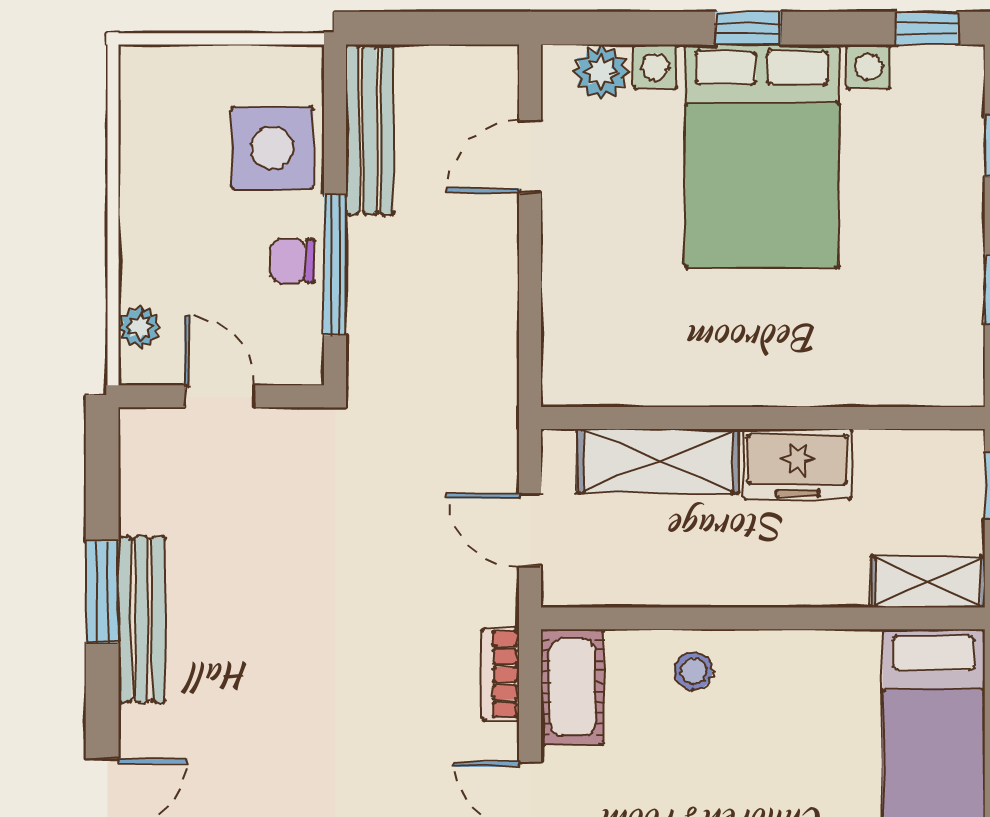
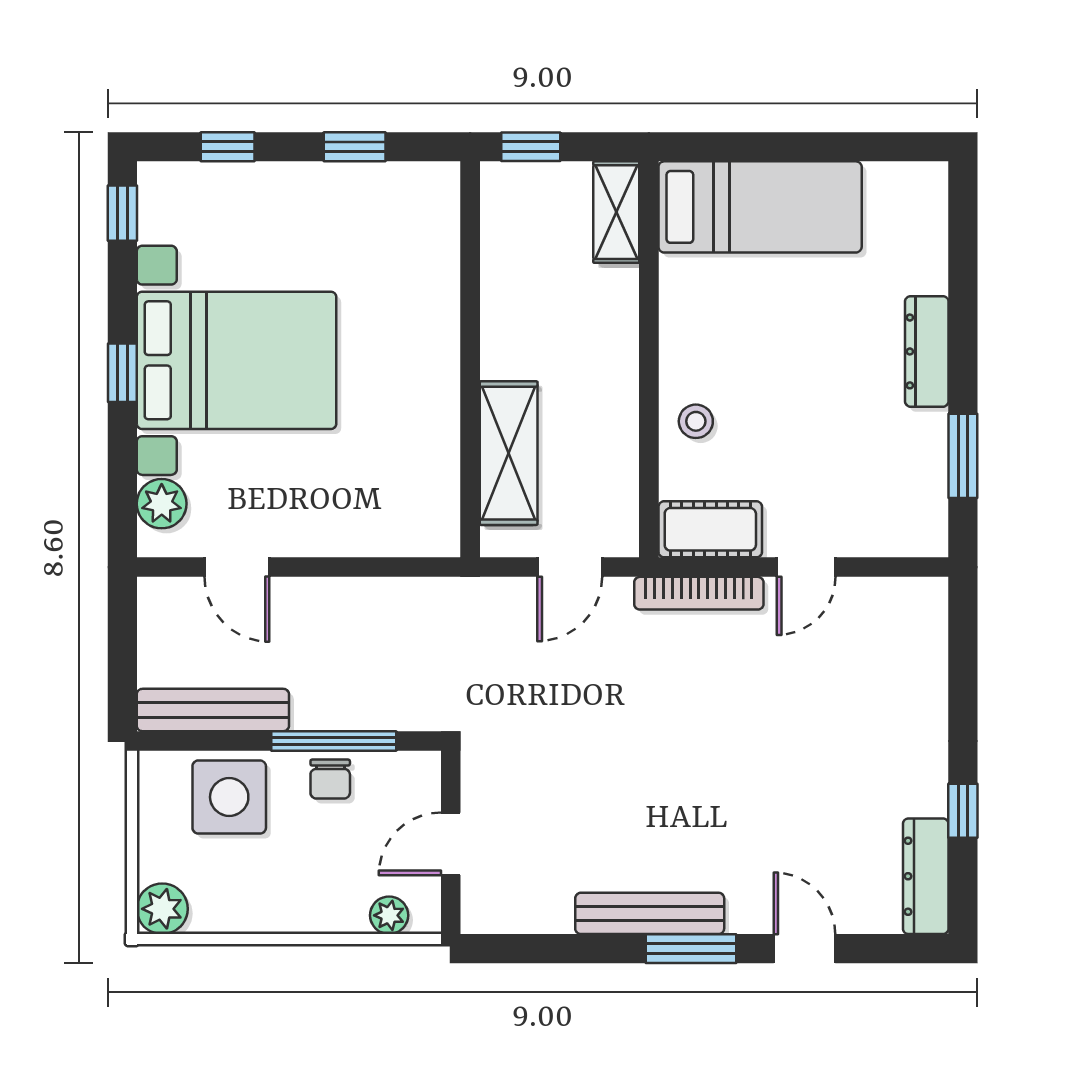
plant: (147, 73) -> (162, 909), added
freezer: (797, 464) -> (511, 329), removed
window: (102, 592) -> (691, 949), moved
bookcase: (501, 674) -> (699, 593), width x1.56

